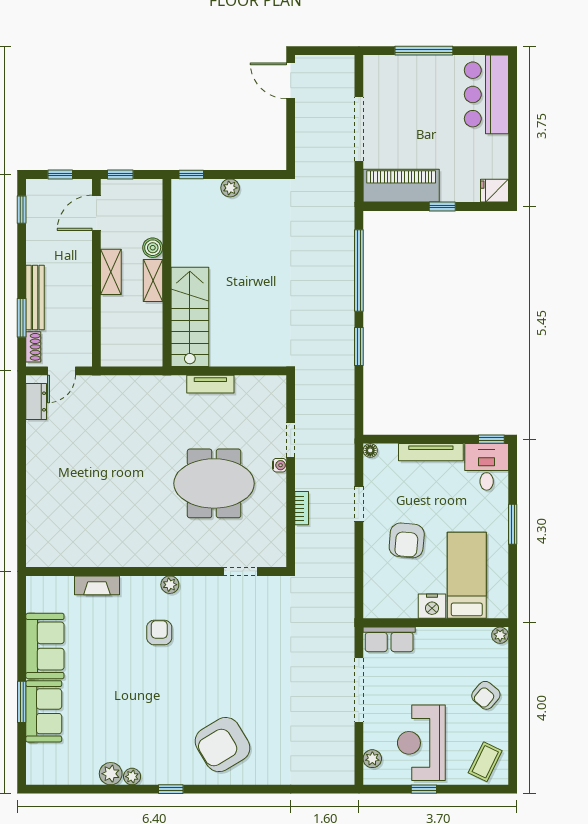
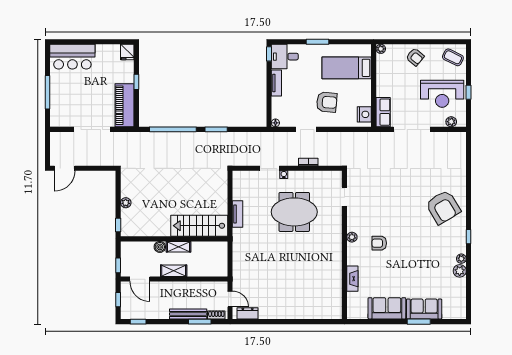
tv unit: (431, 452) -> (276, 83), width x0.71
meeting table: (214, 483) -> (294, 212), turned 90
nightstand: (432, 606) -> (364, 114), moved

